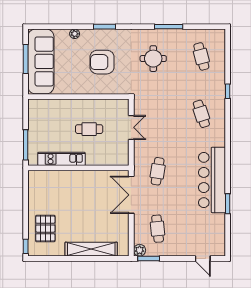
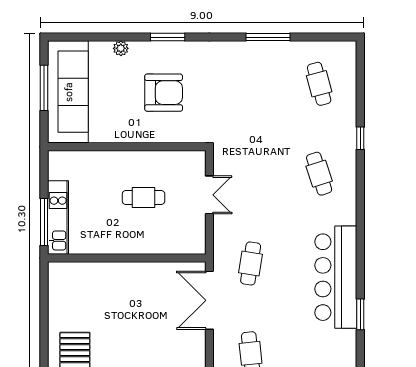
round table: (153, 59) -> (244, 87), removed
armchair: (102, 62) -> (164, 93), turned 180
kitchen unit: (61, 159) -> (58, 218), moved, turned 90

